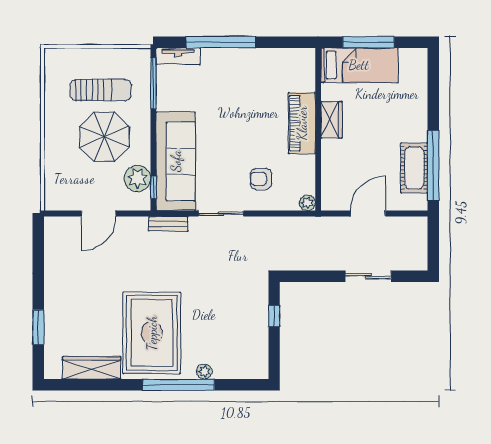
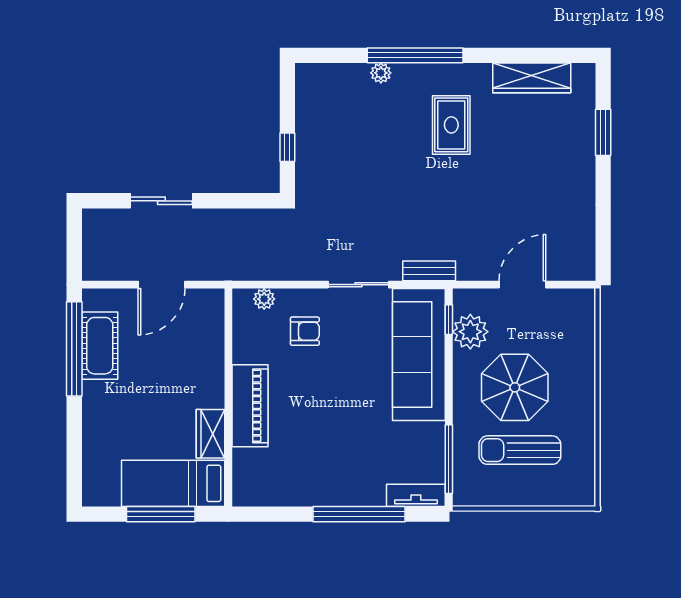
wardrobe: (331, 120) -> (210, 434), moved
plant: (307, 203) -> (264, 299), moved
rug: (152, 333) -> (451, 125), width x0.54, depth x0.49

